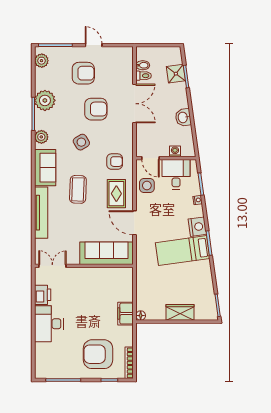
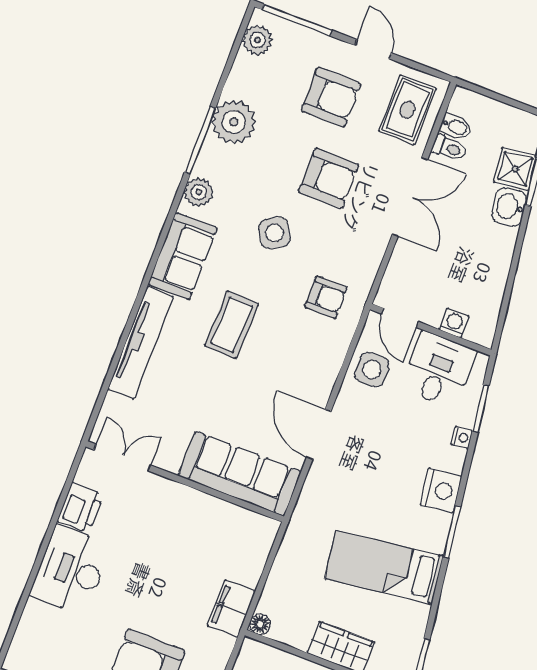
washbasin: (183, 117) -> (509, 207), moved
rug: (116, 194) -> (407, 110), moved
bed: (183, 251) -> (384, 567), moved

